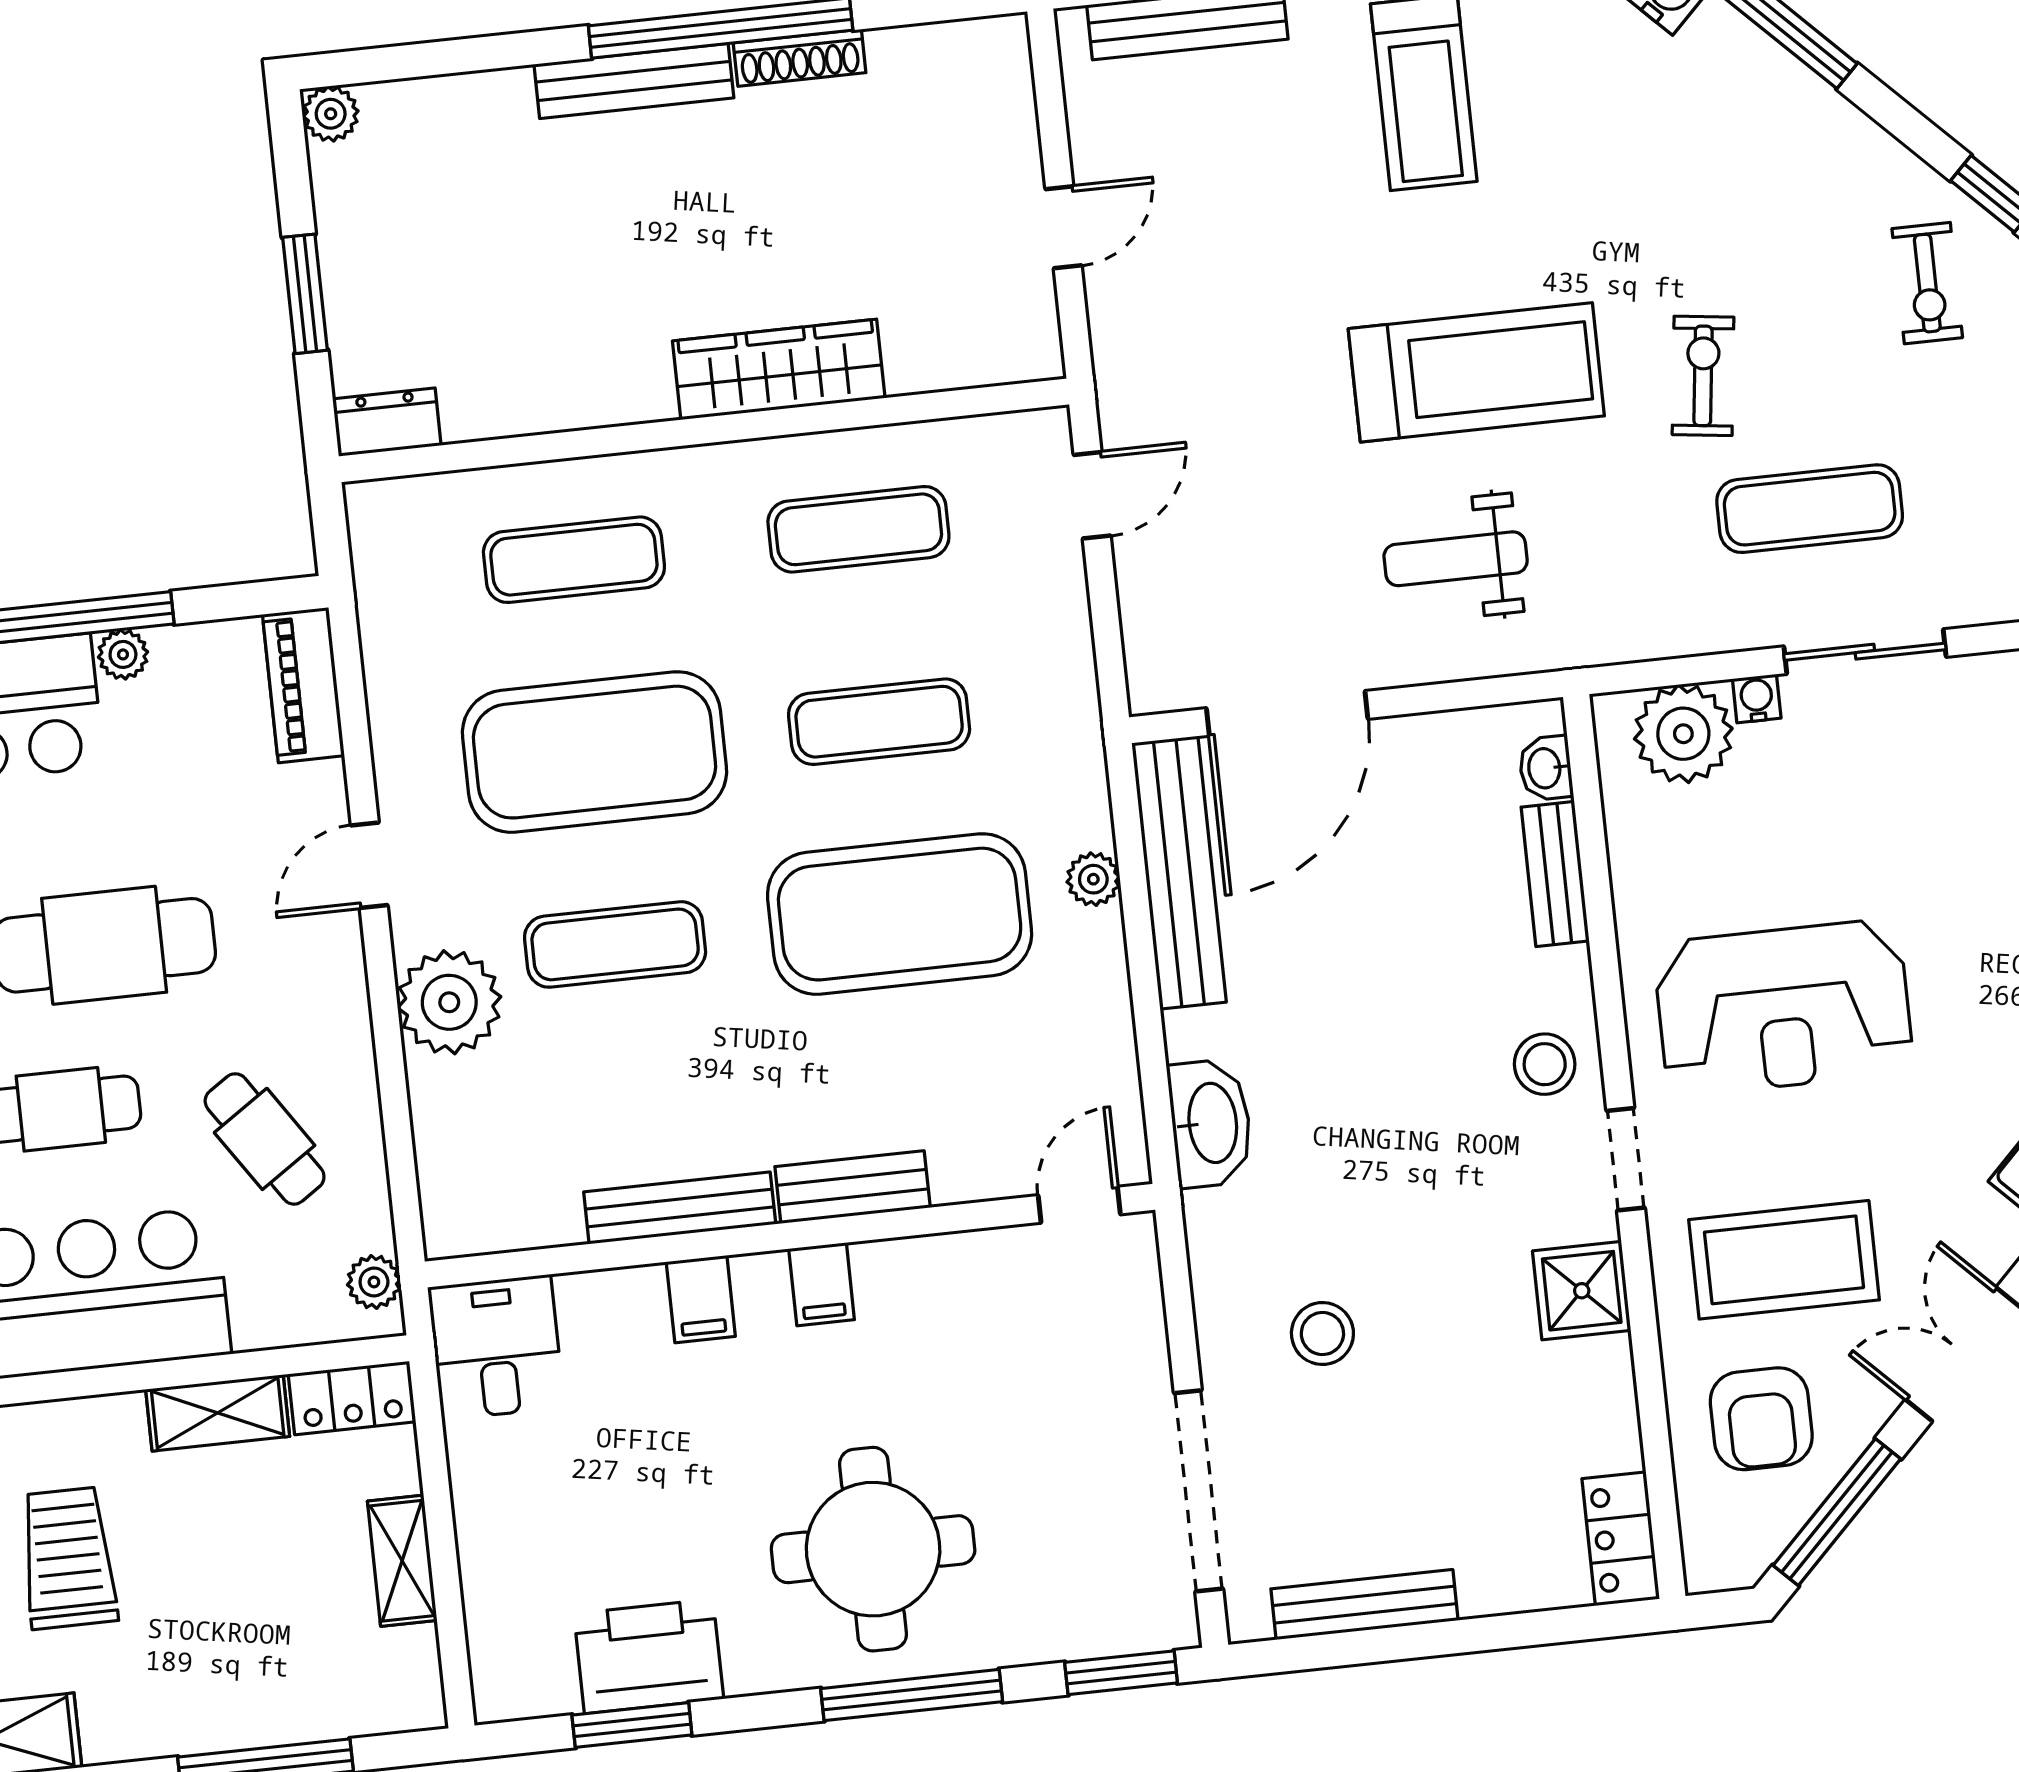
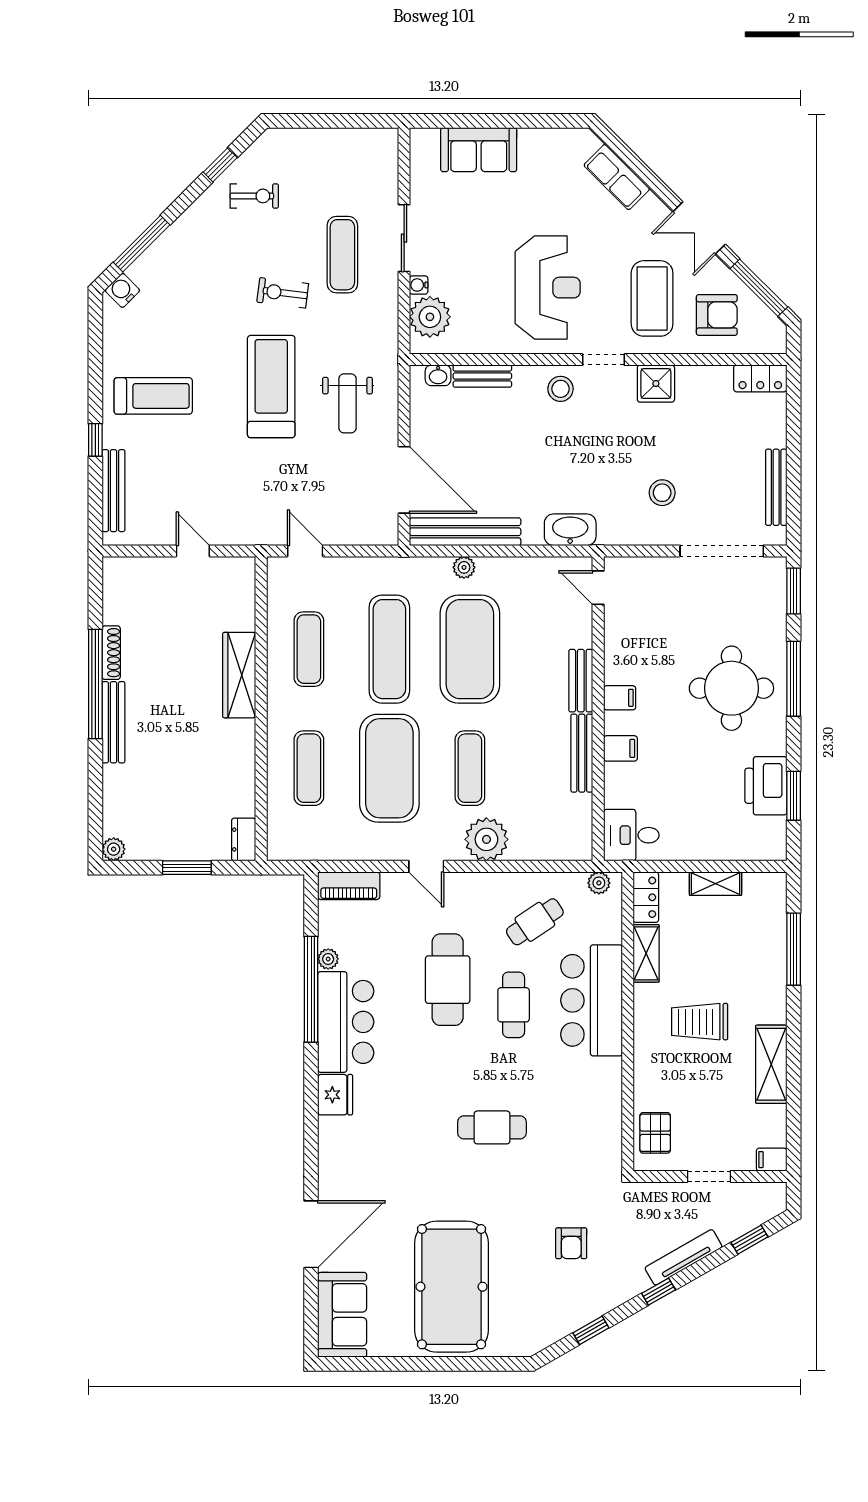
exercise mat: (879, 722) -> (389, 649), width x1.36, depth x1.45

